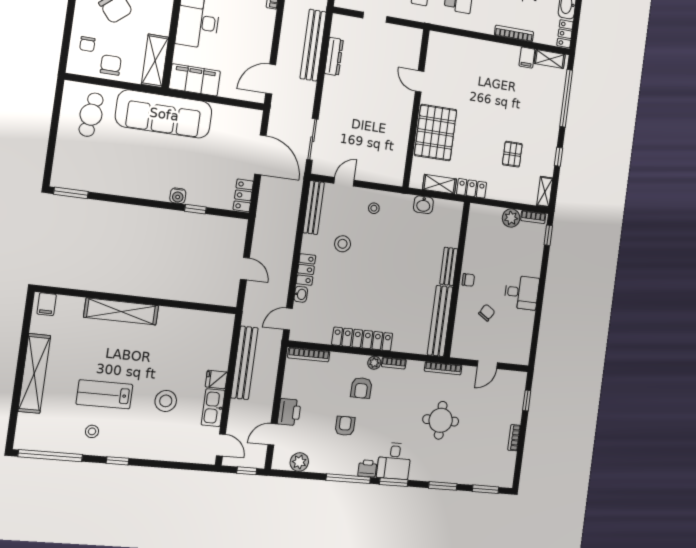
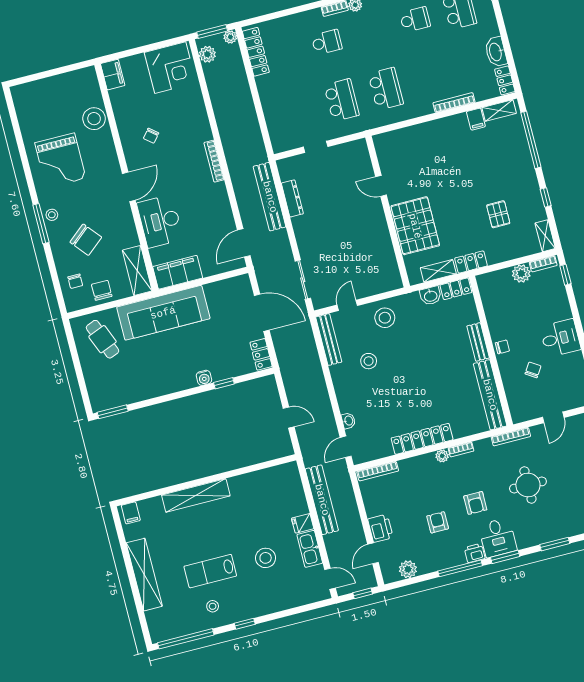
cafe table: (91, 115) -> (103, 339), turned -30
stool: (374, 208) -> (385, 318), width x1.89, depth x1.89
locker: (306, 269) -> (456, 289), moved, turned 90
armchair: (361, 388) -> (475, 503), moved

